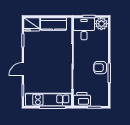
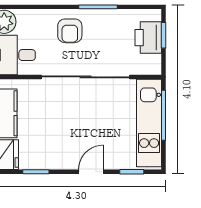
armchair: (100, 68) -> (70, 31), moved
door: (23, 69) -> (91, 172), swing flipped
printer: (82, 99) -> (148, 38), moved

